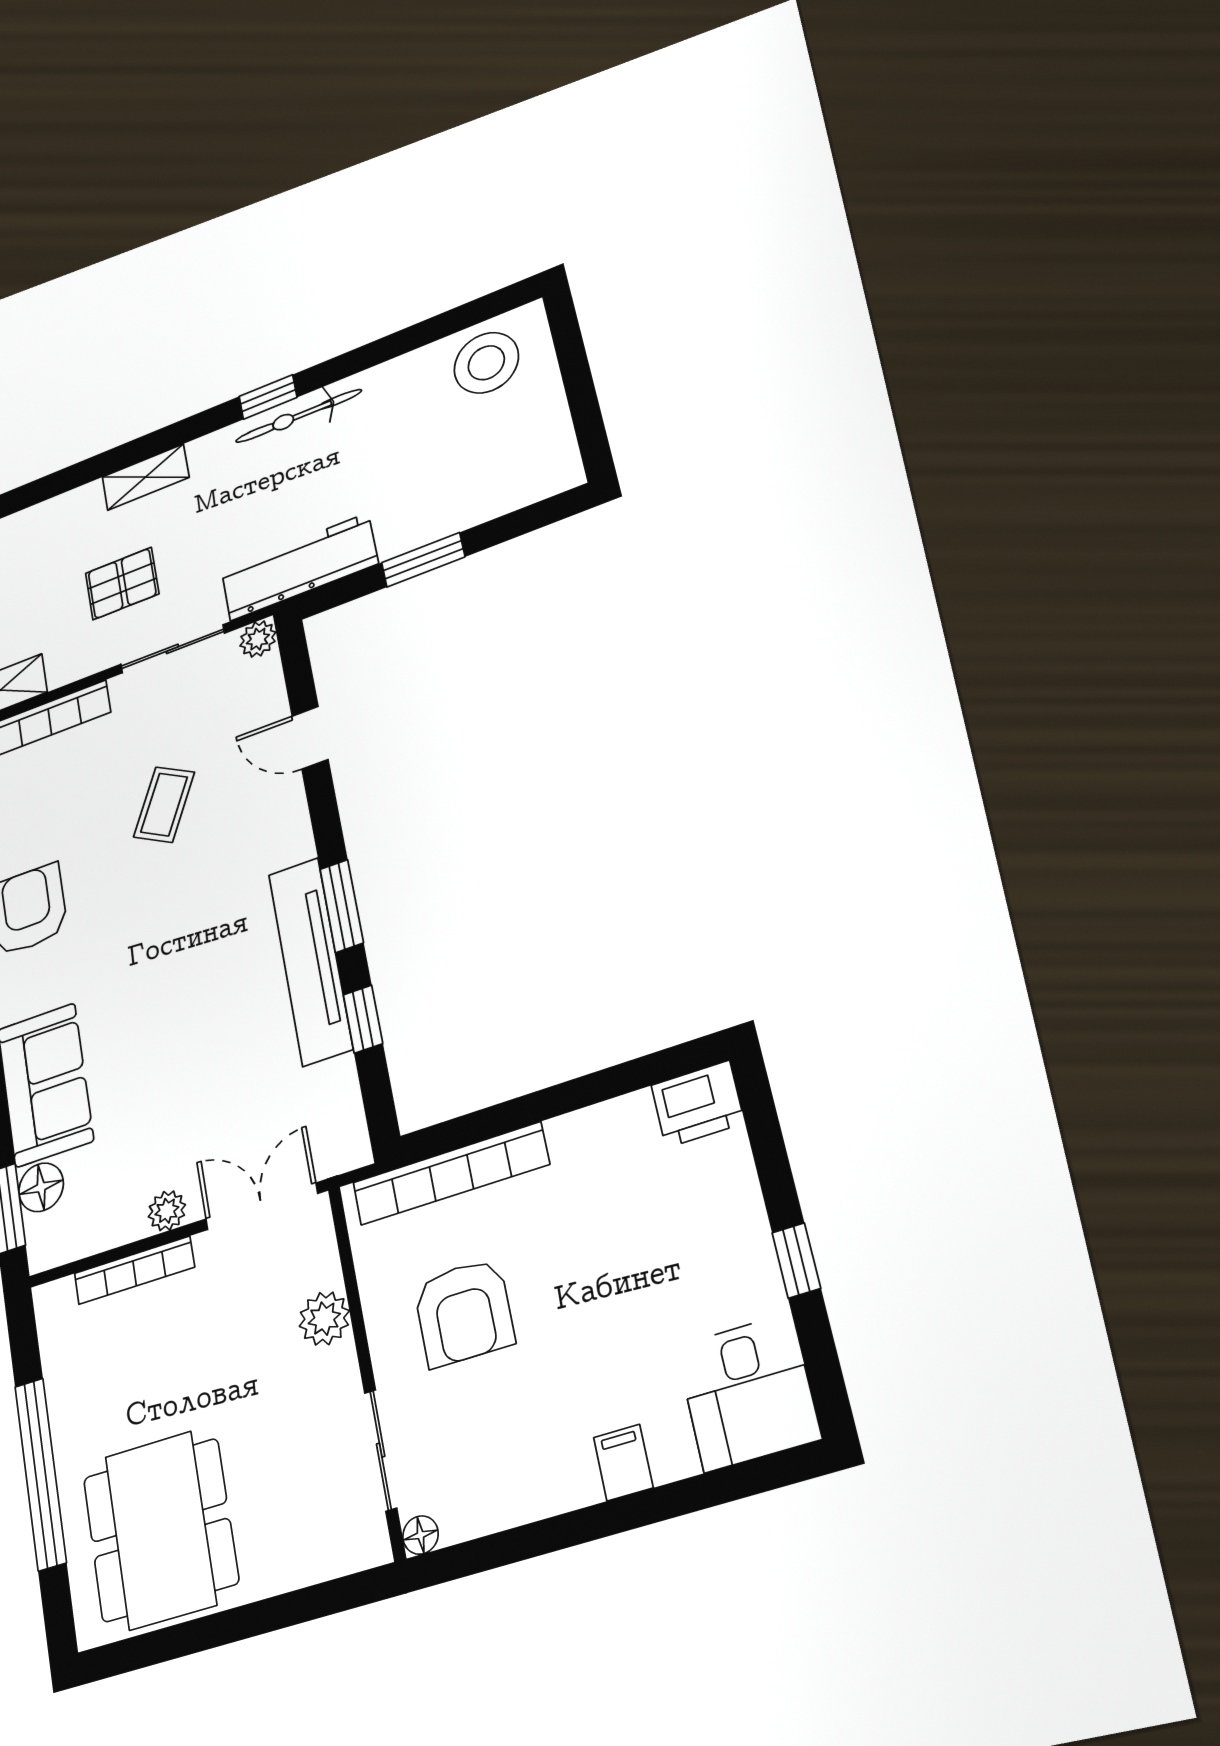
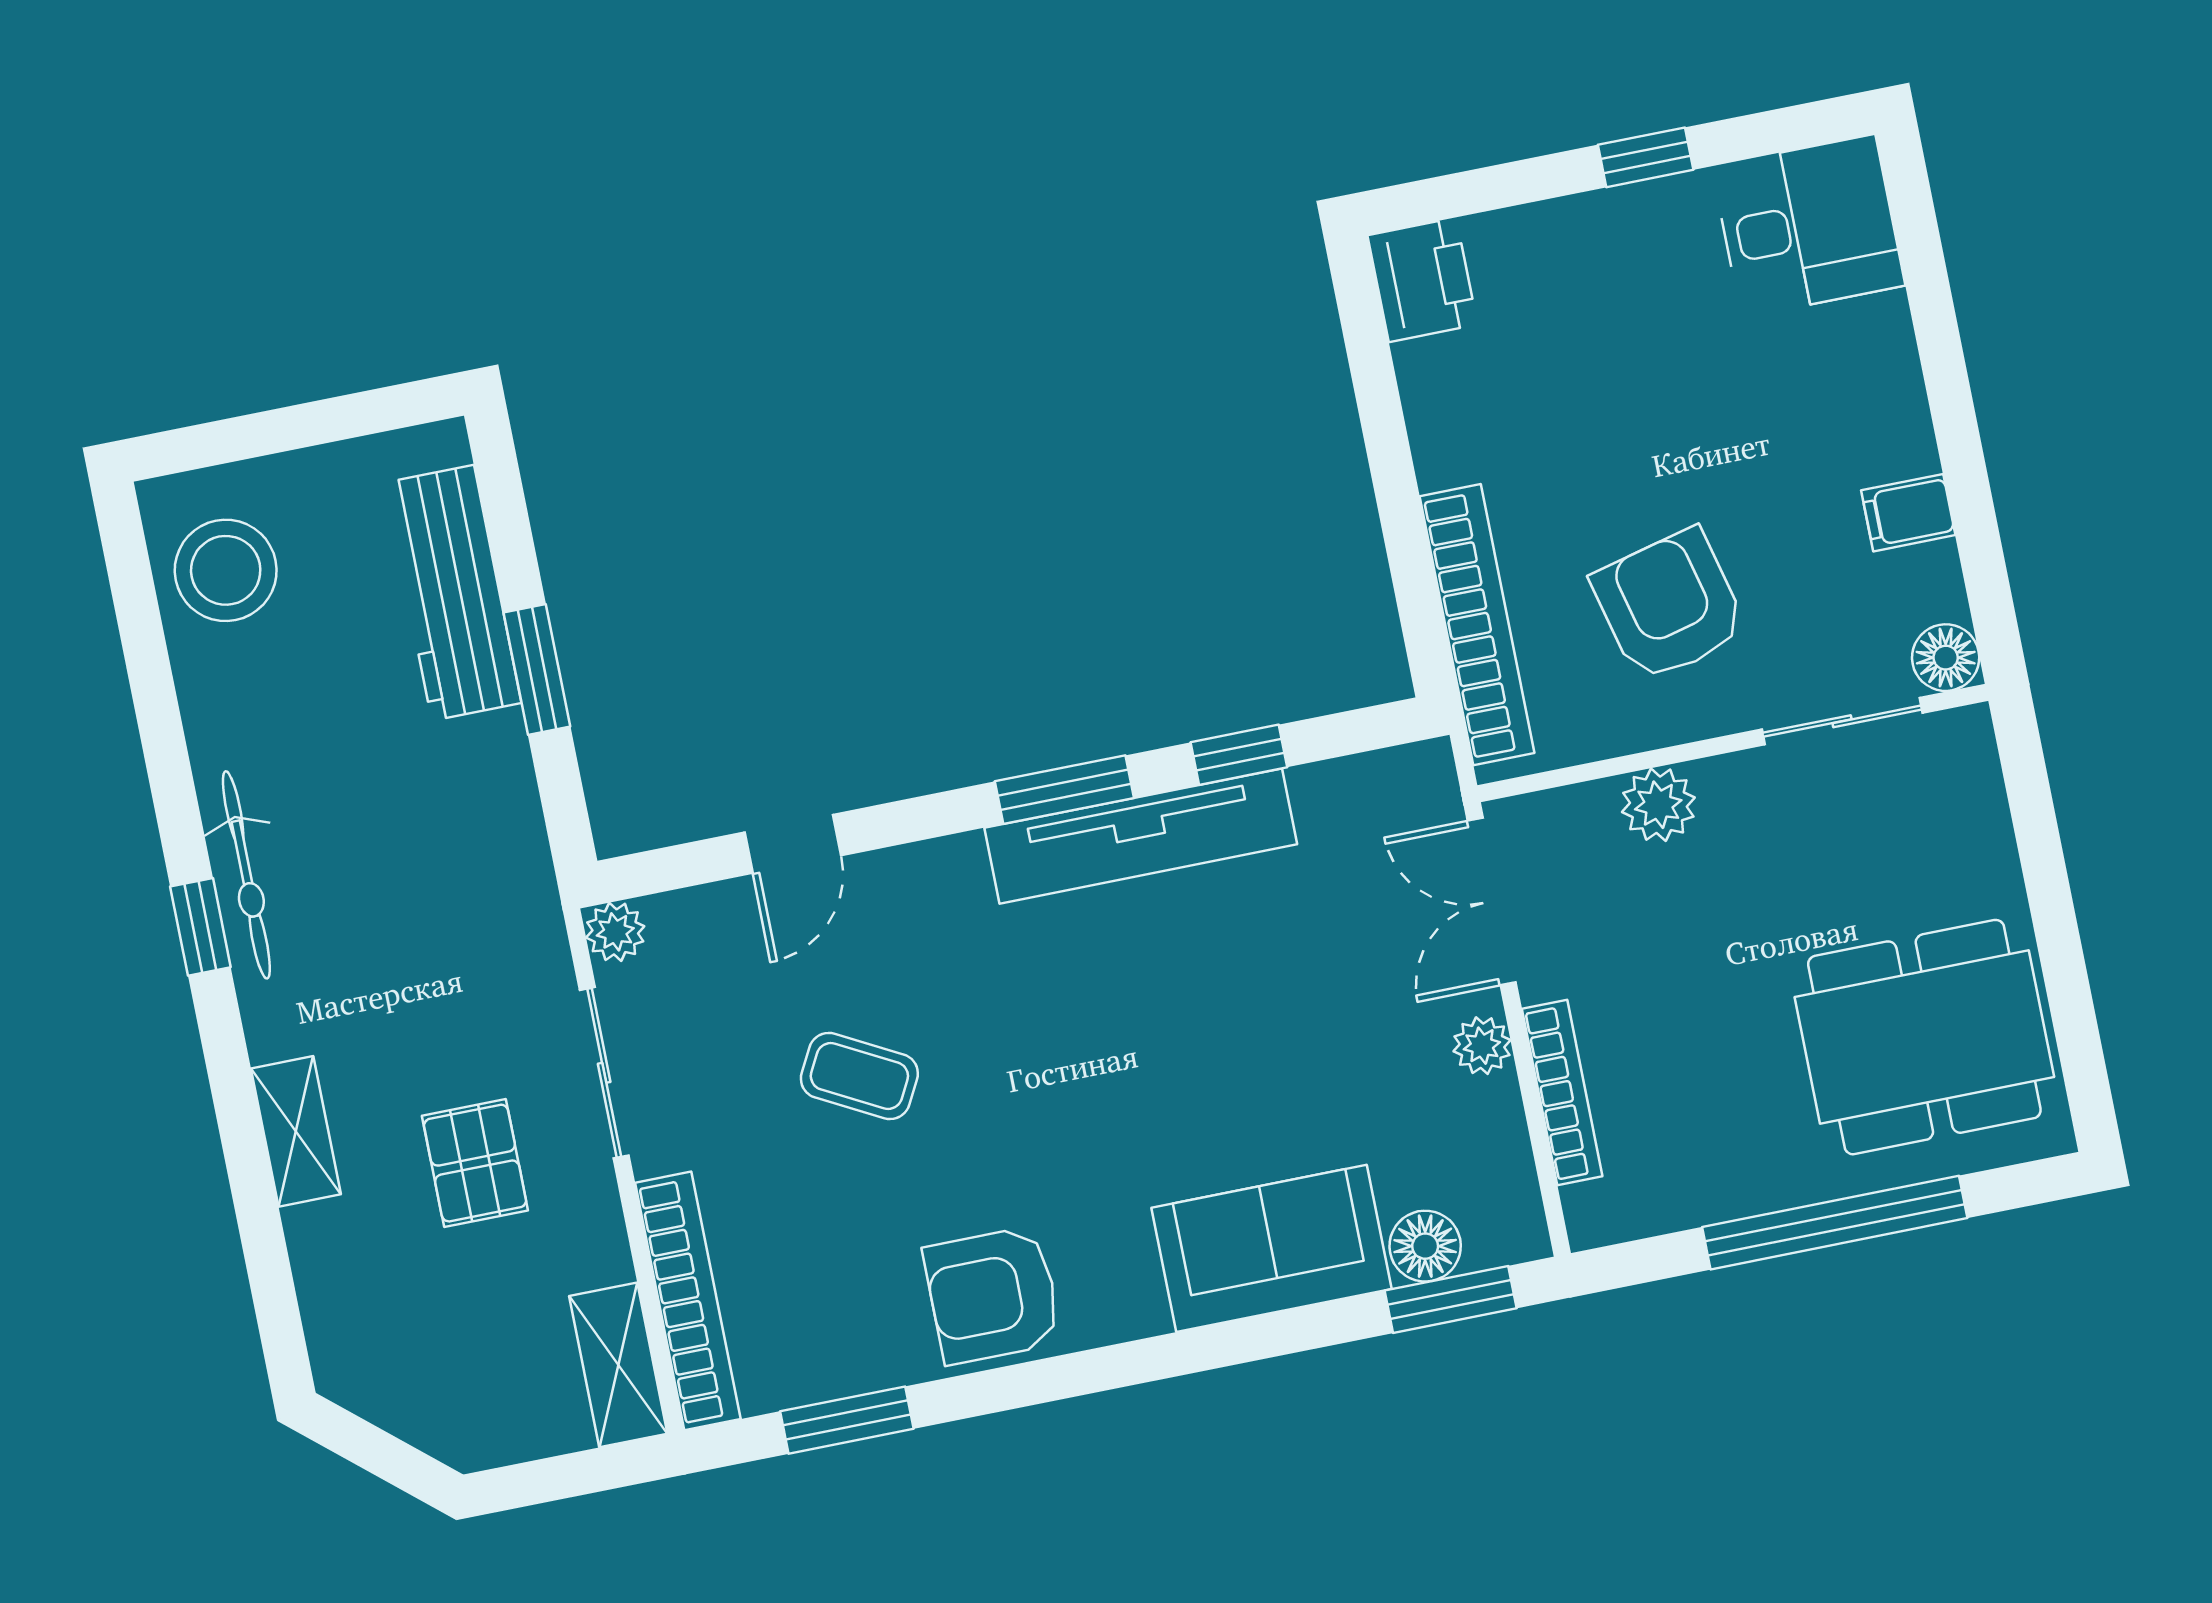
workbench: (299, 567) -> (453, 593), moved
armchair: (464, 1312) -> (1669, 605), turned -104
filing cabinet: (623, 1463) -> (1908, 513), moved
floor lamp: (421, 1535) -> (1946, 658), width x1.37, depth x1.37

